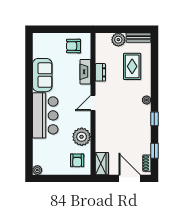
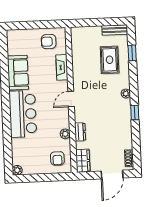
plant: (118, 40) -> (94, 33), removed
dresser: (100, 72) -> (80, 132), moved
plant: (82, 137) -> (65, 134), width x0.53, depth x0.53
window: (154, 151) -> (132, 53), moved
door: (130, 178) -> (112, 175), swing flipped

